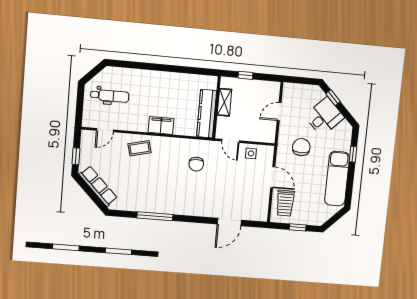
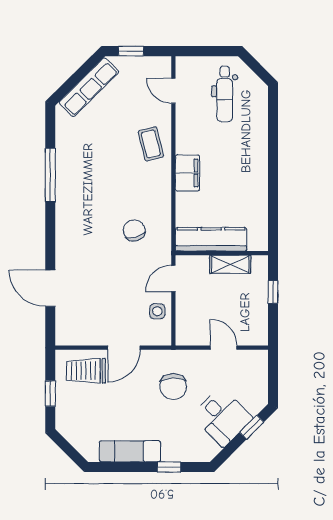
chair: (301, 147) -> (173, 387), turned 90
chair: (196, 164) -> (134, 230), turned 77
exam couch: (337, 179) -> (130, 451), width x0.73, depth x0.69

